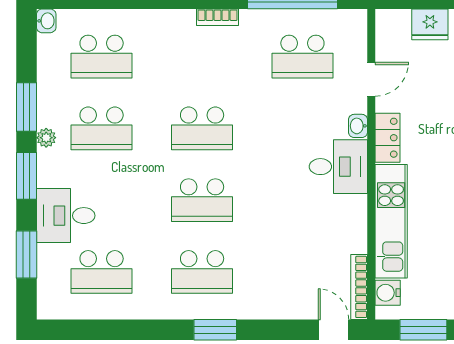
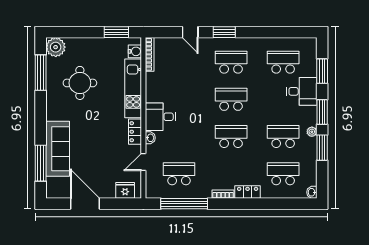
locker: (170, 21) -> (248, 192), added
fridge: (430, 24) -> (125, 190), moved
door: (334, 330) -> (190, 32), moved

